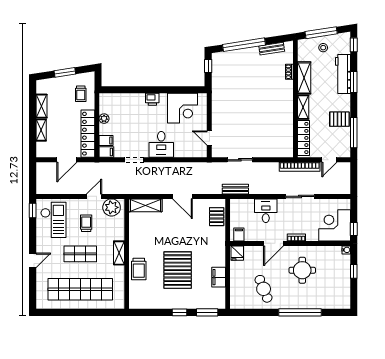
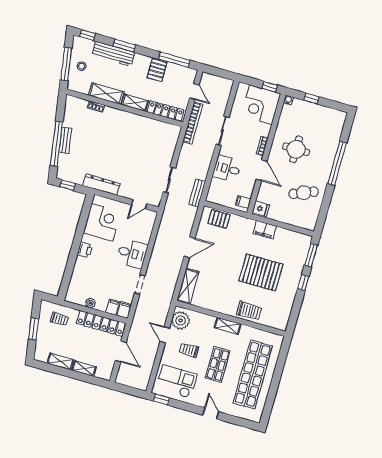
bench: (272, 49) -> (65, 140), moved
dresser: (218, 97) -> (101, 185), added
filing cabinet: (219, 277) -> (265, 230), moved

